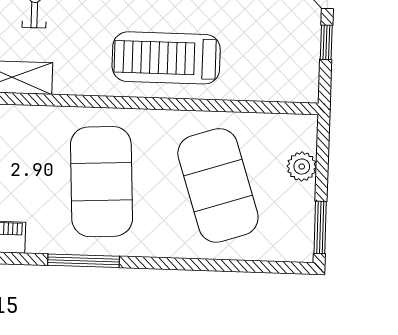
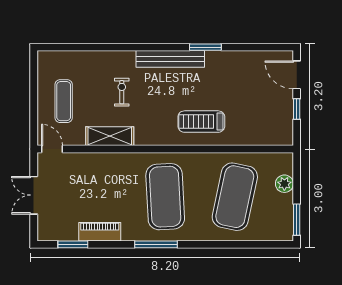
treadmill: (166, 58) -> (201, 122), width x0.73, depth x0.73
exercise mat: (218, 185) -> (235, 197), turned 30

